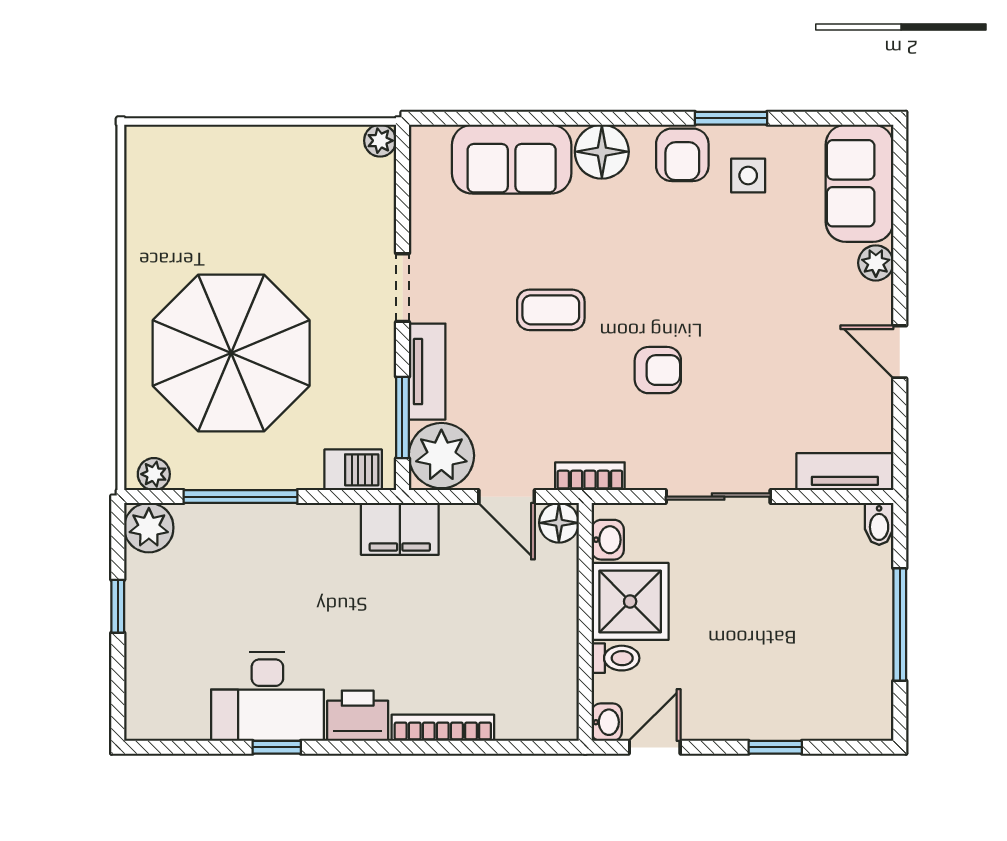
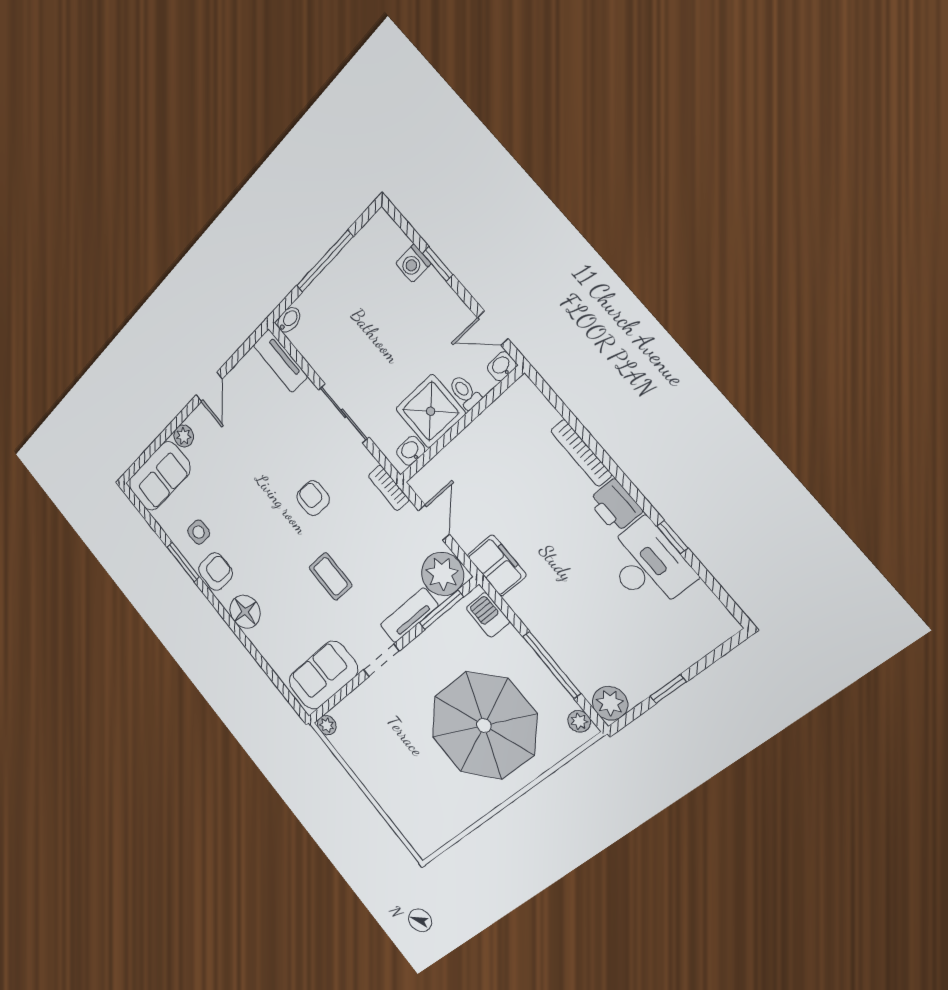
sofa: (512, 159) -> (323, 675), moved, turned -90
floor lamp: (559, 523) -> (424, 484), removed
washing machine: (801, 722) -> (413, 263), added

